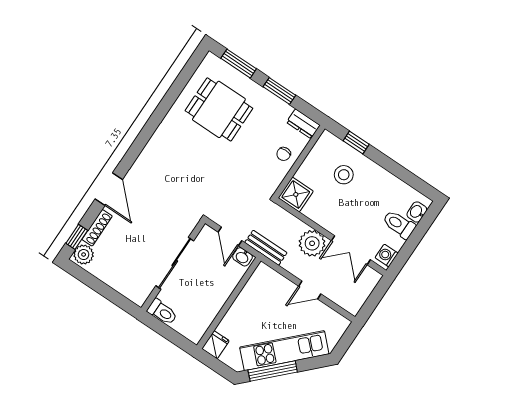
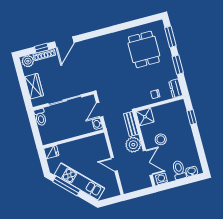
stool: (344, 175) -> (161, 139), moved
window: (77, 237) -> (42, 48), moved
bench: (266, 248) -> (131, 124), moved
double door: (351, 250) -> (148, 163), swing flipped
wardrobe: (119, 280) -> (34, 86), added

